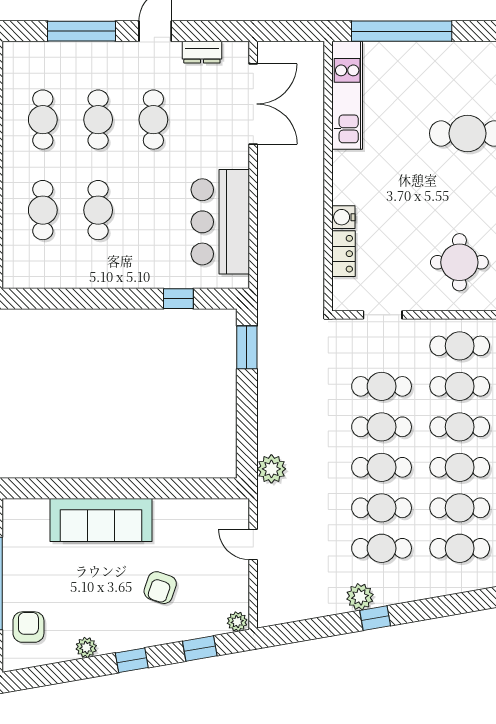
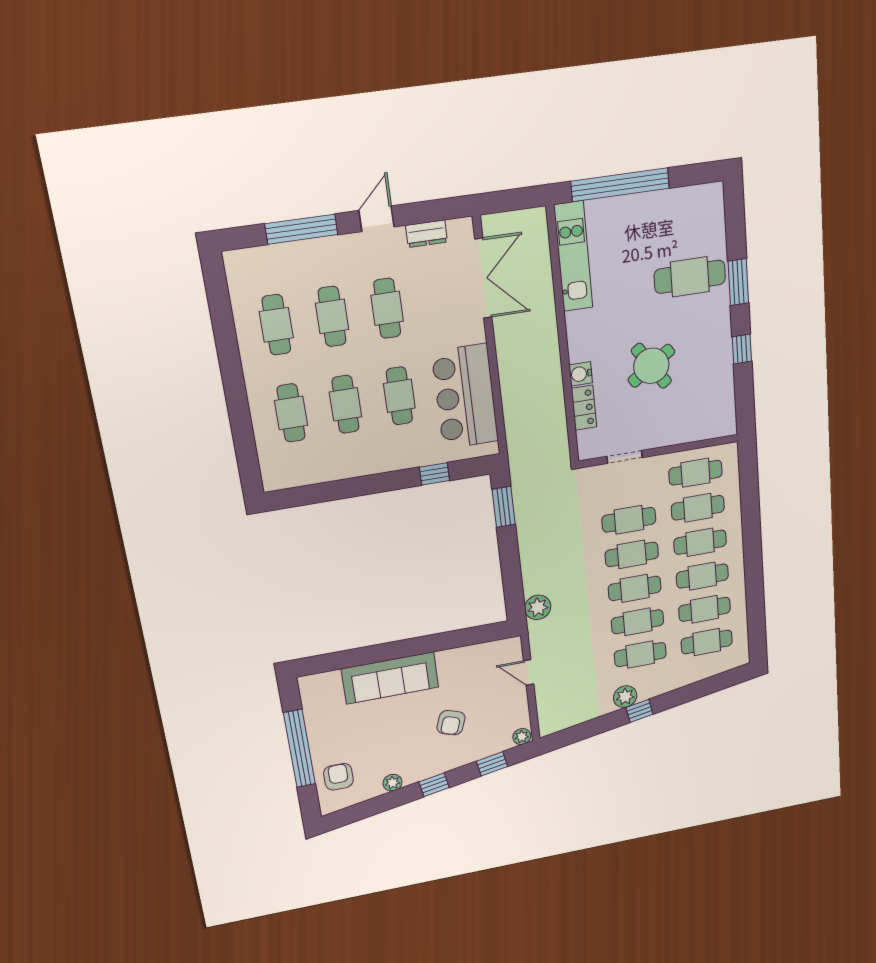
cafe table: (153, 210) -> (399, 396), added
round table: (459, 262) -> (651, 366), moved, turned -34

